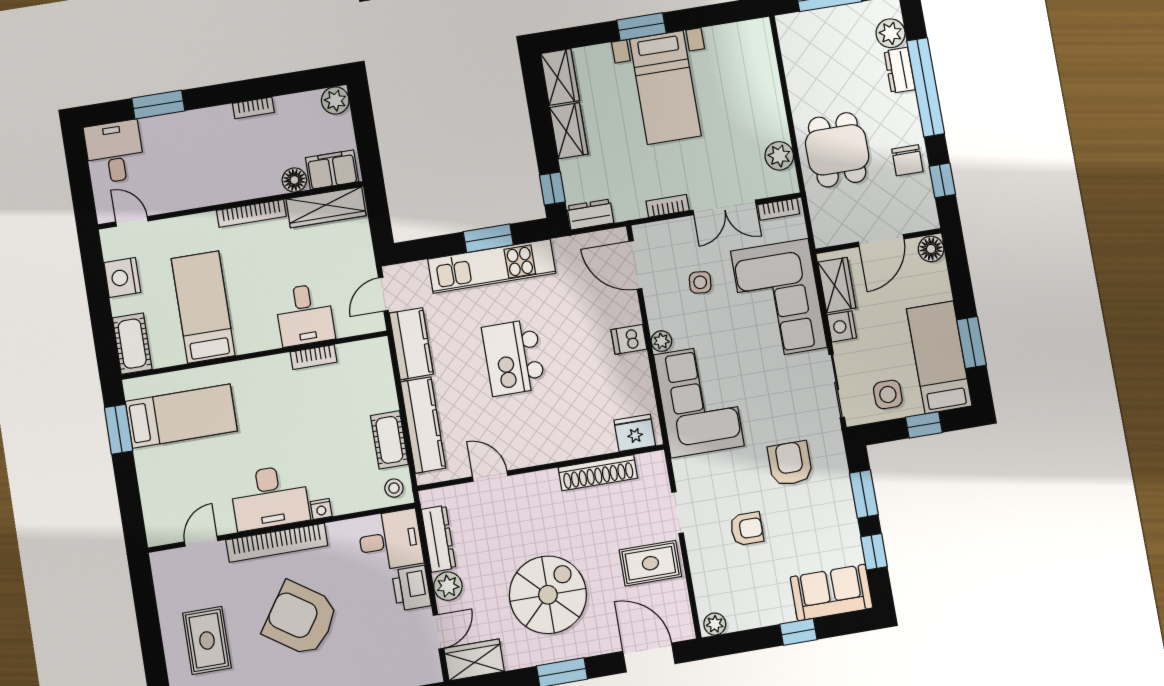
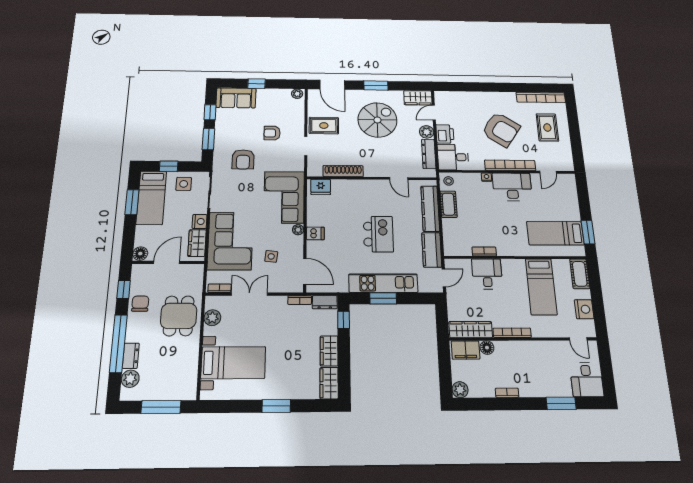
bed with nightstands: (665, 87) -> (233, 363), moved, turned 90
bookcase: (668, 206) -> (300, 300), moved
spiral stairs: (548, 595) -> (377, 120), turned 180

